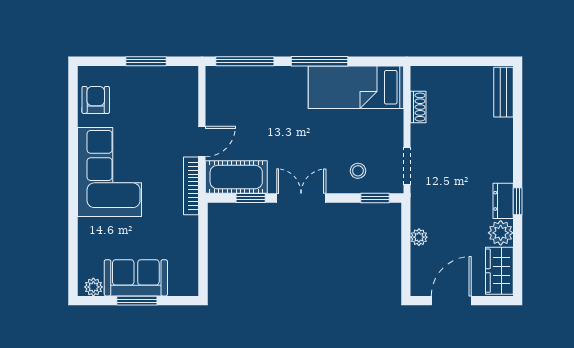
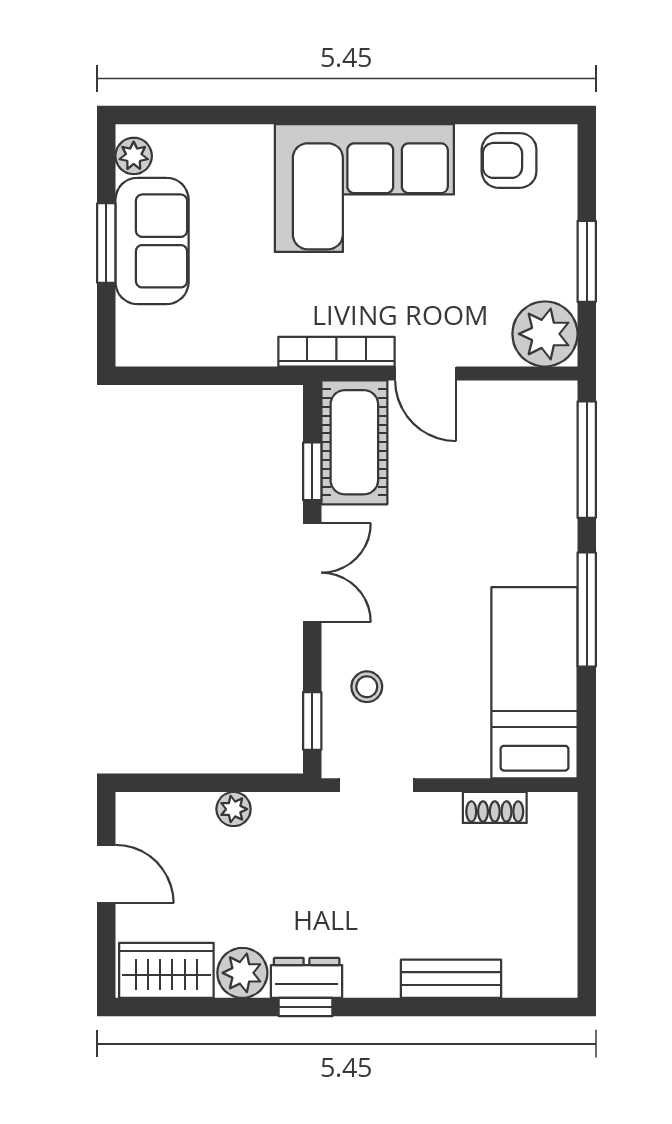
plant: (182, 82) -> (545, 334), added
bench: (503, 92) -> (451, 979), moved
armchair: (96, 100) -> (509, 160), turned 180
door: (451, 301) -> (106, 874), width x0.73

